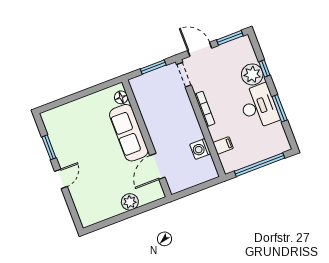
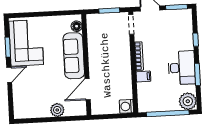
plant: (252, 74) -> (188, 101), moved
corner sofa: (69, 136) -> (26, 43), added
filing cabinet: (223, 145) -> (143, 76), moved
washing machine: (200, 149) -> (126, 106), moved

